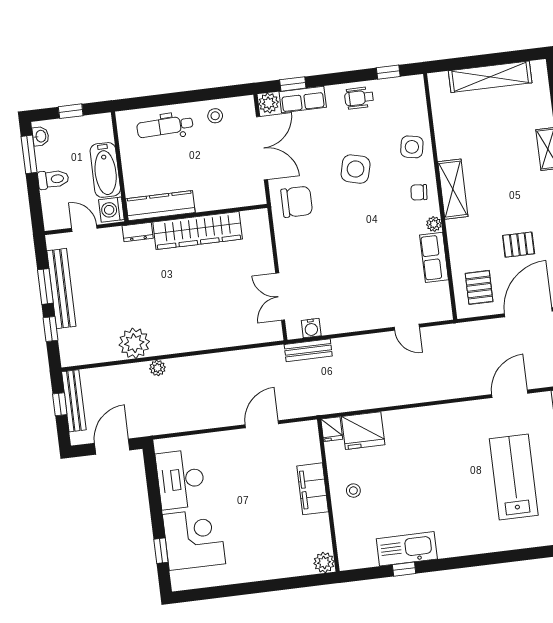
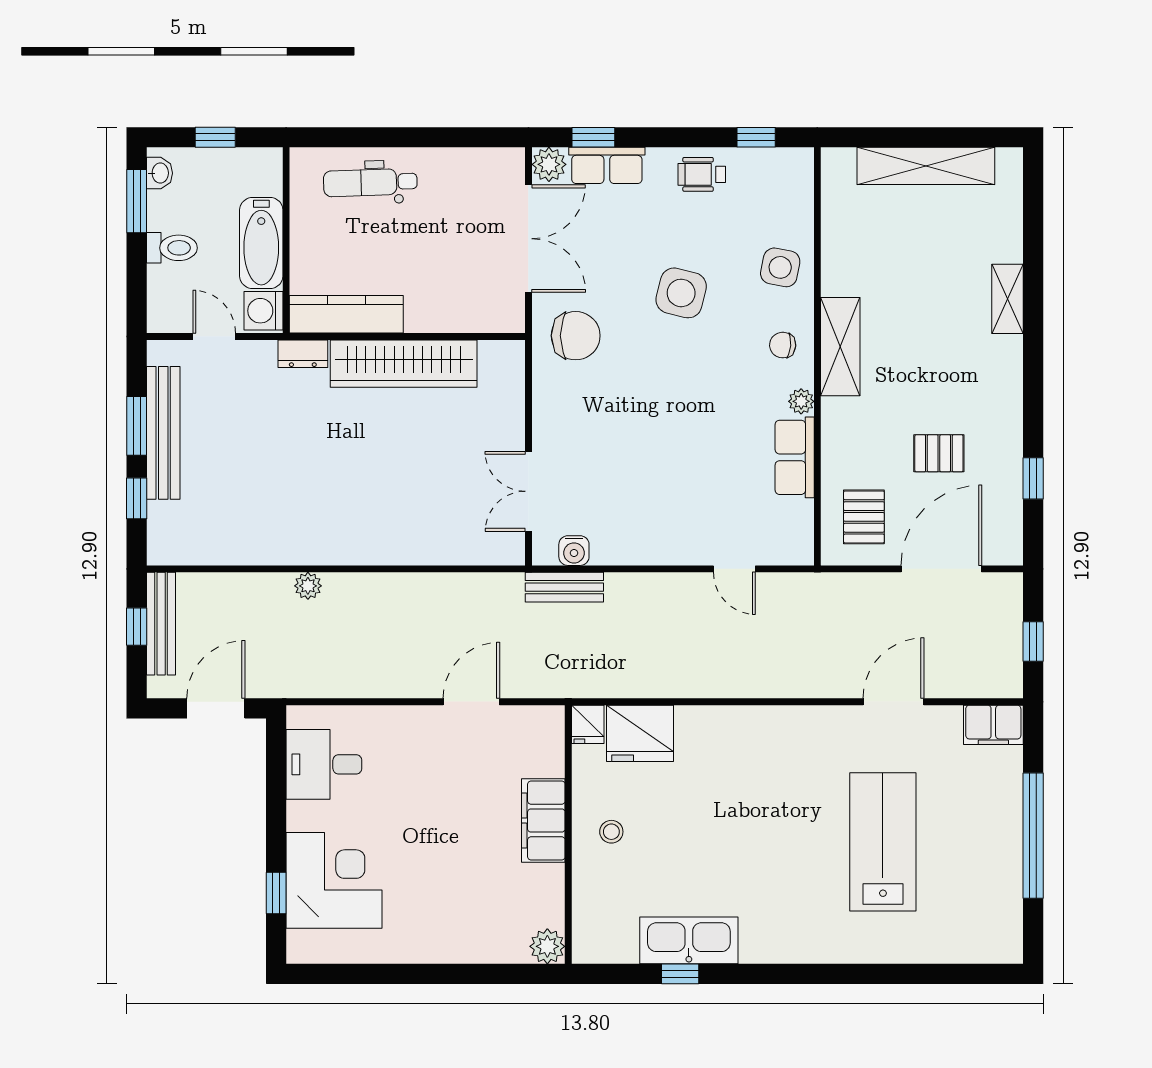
stool: (215, 116) -> (457, 175), removed
plant: (134, 343) -> (274, 539), removed
desk: (181, 479) -> (324, 764), width x0.73

